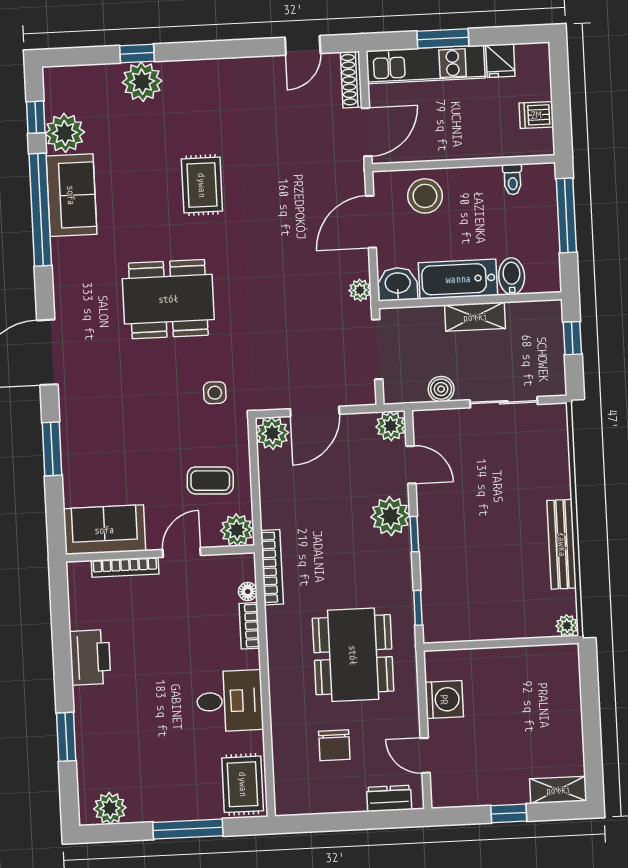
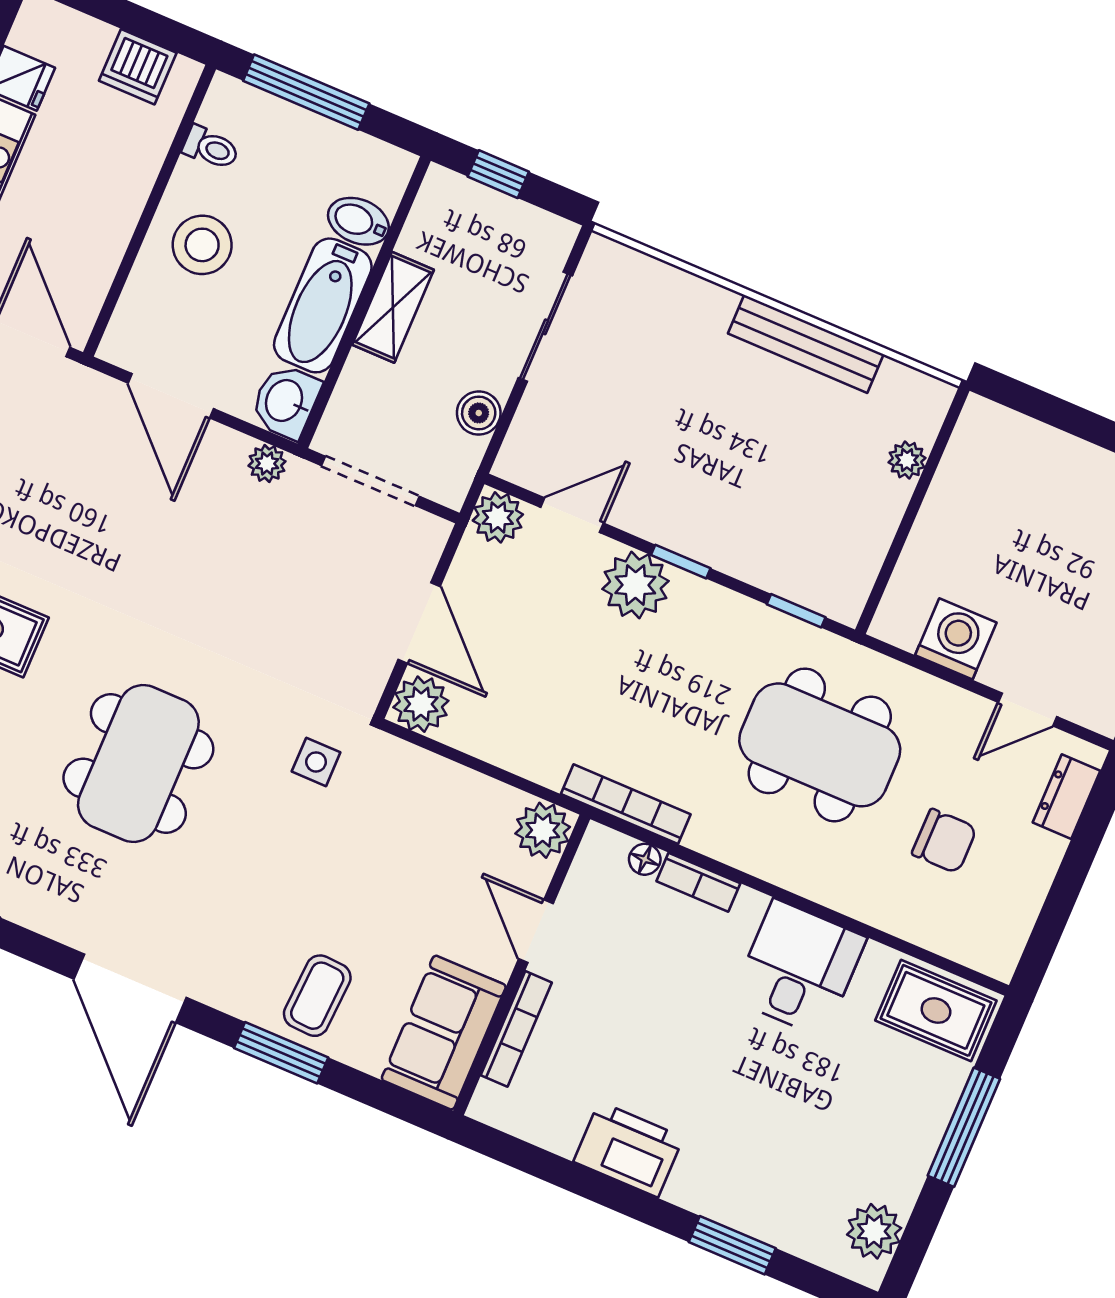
dishwasher: (536, 115) -> (138, 67), width x1.38
stool: (425, 196) -> (202, 245), moved
coffee table: (210, 481) -> (317, 996), moved
plant: (567, 626) -> (907, 460), moved

